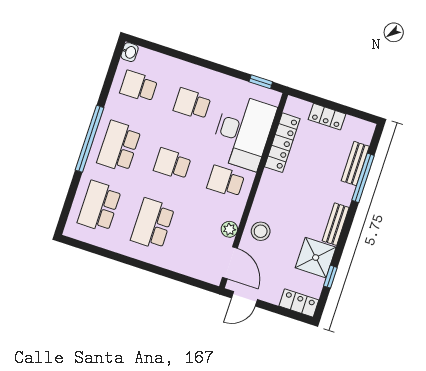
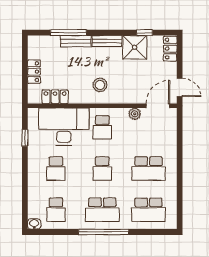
window: (261, 82) -> (25, 138), moved
locker: (282, 143) -> (55, 97), width x0.66
bench: (355, 164) -> (76, 41), moved
stool: (261, 231) -> (100, 85), moved

